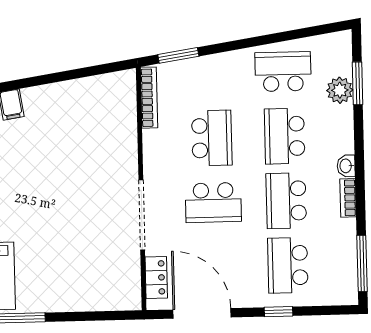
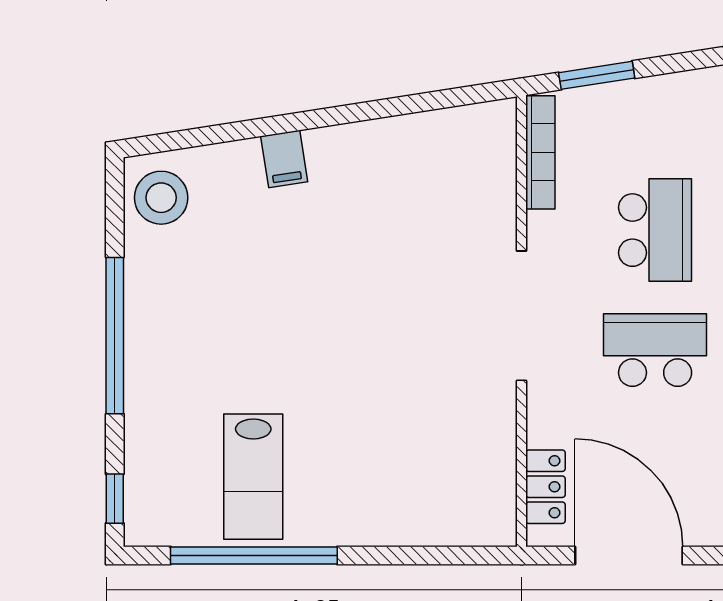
school desk: (213, 203) -> (655, 350), turned 180
doorway: (142, 215) -> (521, 316), moved

